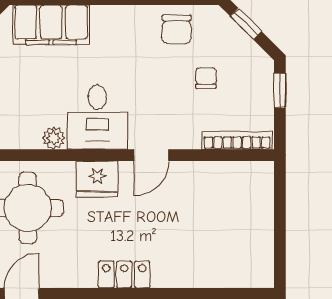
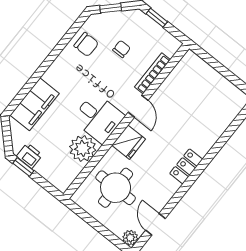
chair: (206, 78) -> (122, 49), turned 90
plant: (54, 138) -> (83, 148), width x1.88, depth x1.88
bookcase: (237, 140) -> (152, 73), moved

